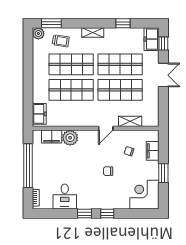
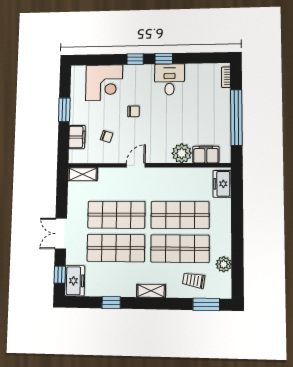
plant: (38, 34) -> (224, 264), moved
shelving: (130, 121) -> (83, 174), moved
corner desk: (144, 195) -> (104, 83), moved
desk: (65, 197) -> (170, 79), moved

